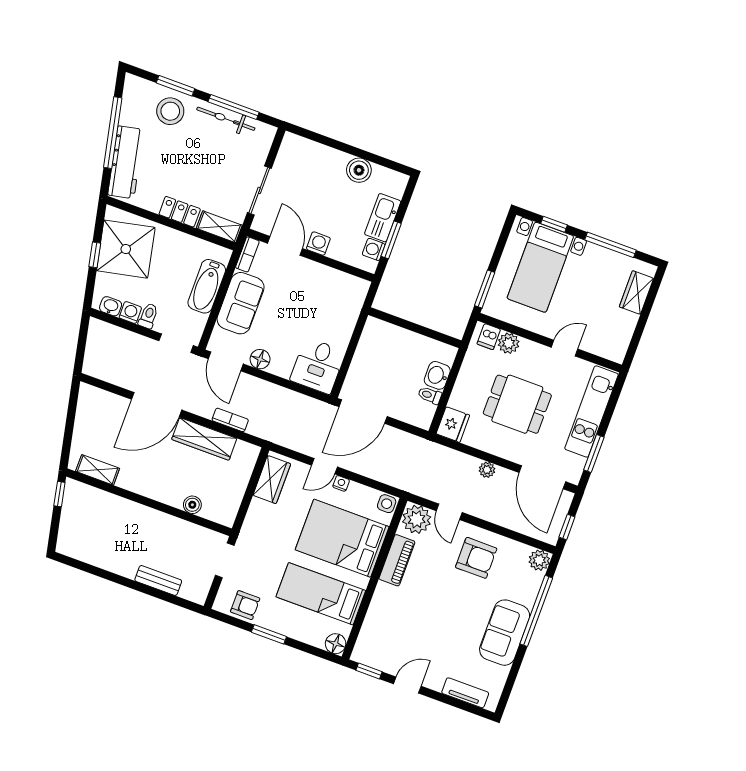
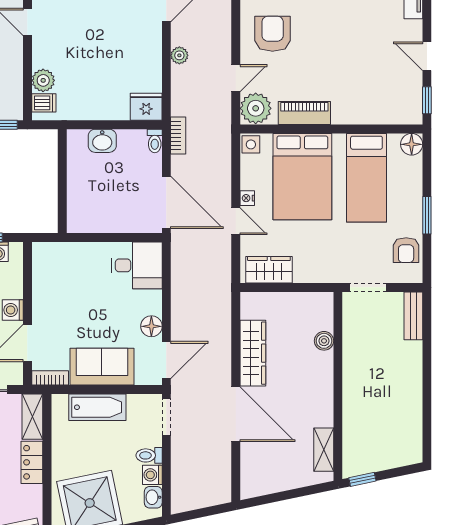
toilet: (430, 395) -> (155, 141), moved
dining table: (517, 404) -> (102, 49), removed
bookcase: (230, 420) -> (178, 135), moved, turned 180
bench: (158, 580) -> (413, 316), moved
armchair: (245, 605) -> (406, 250), turned 180

